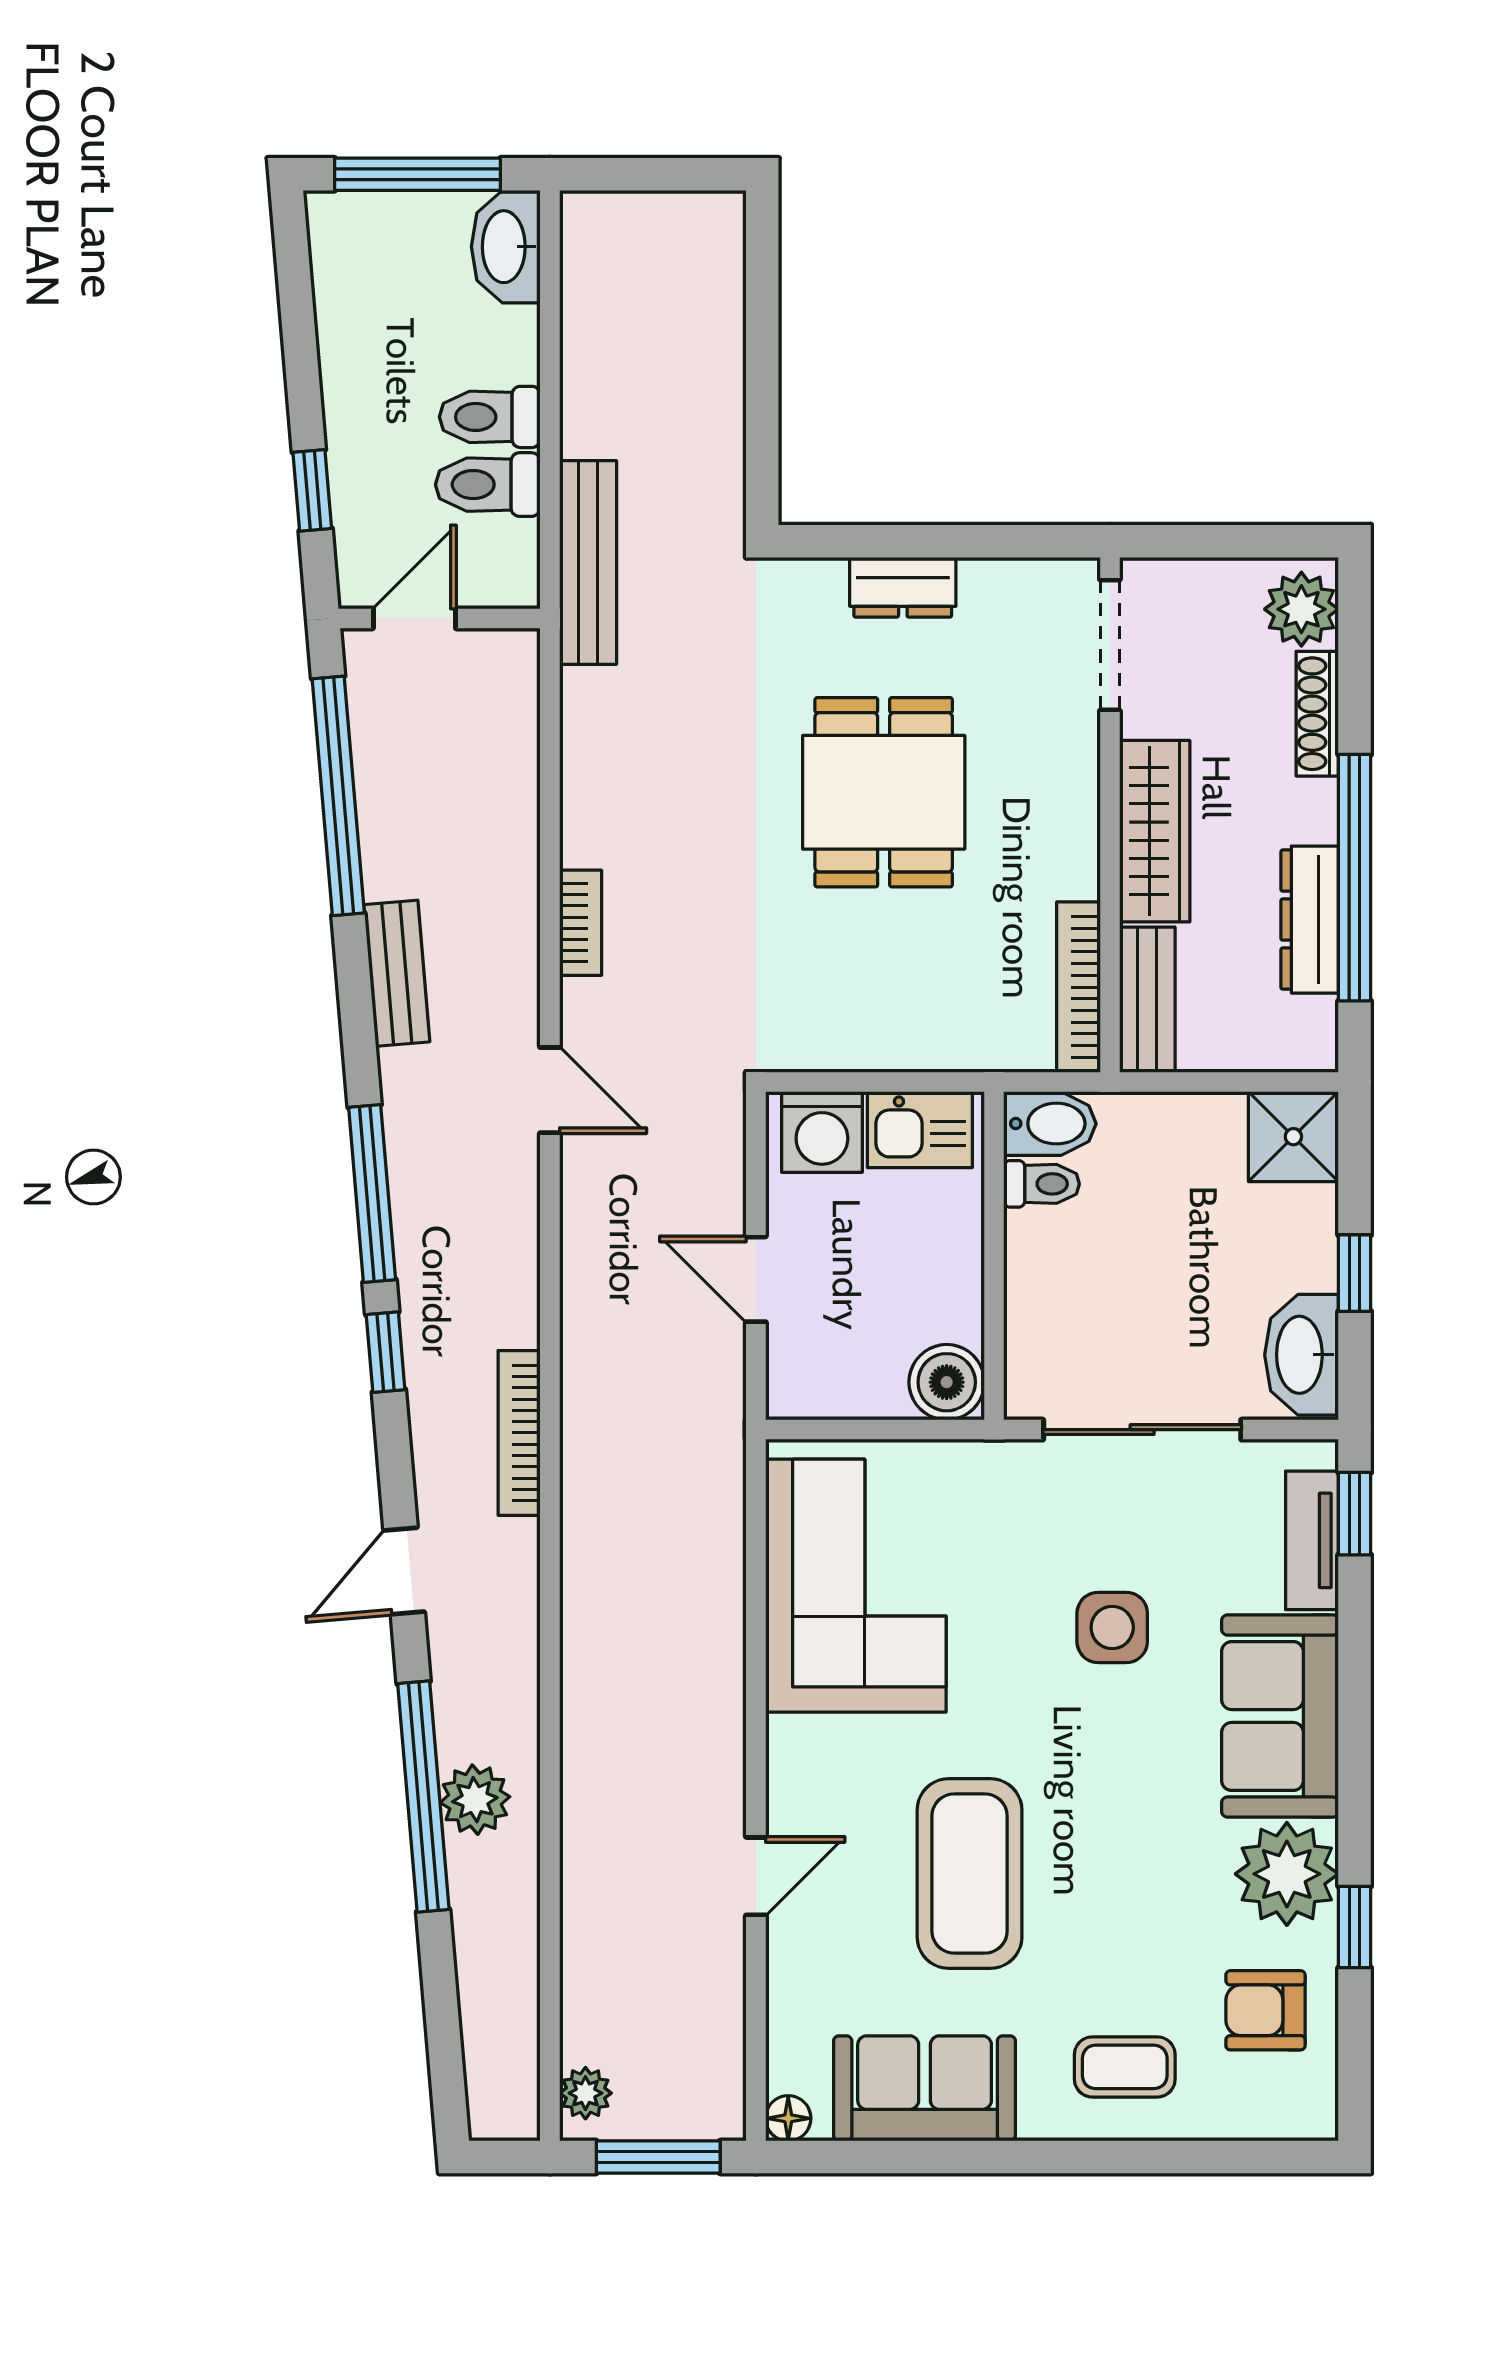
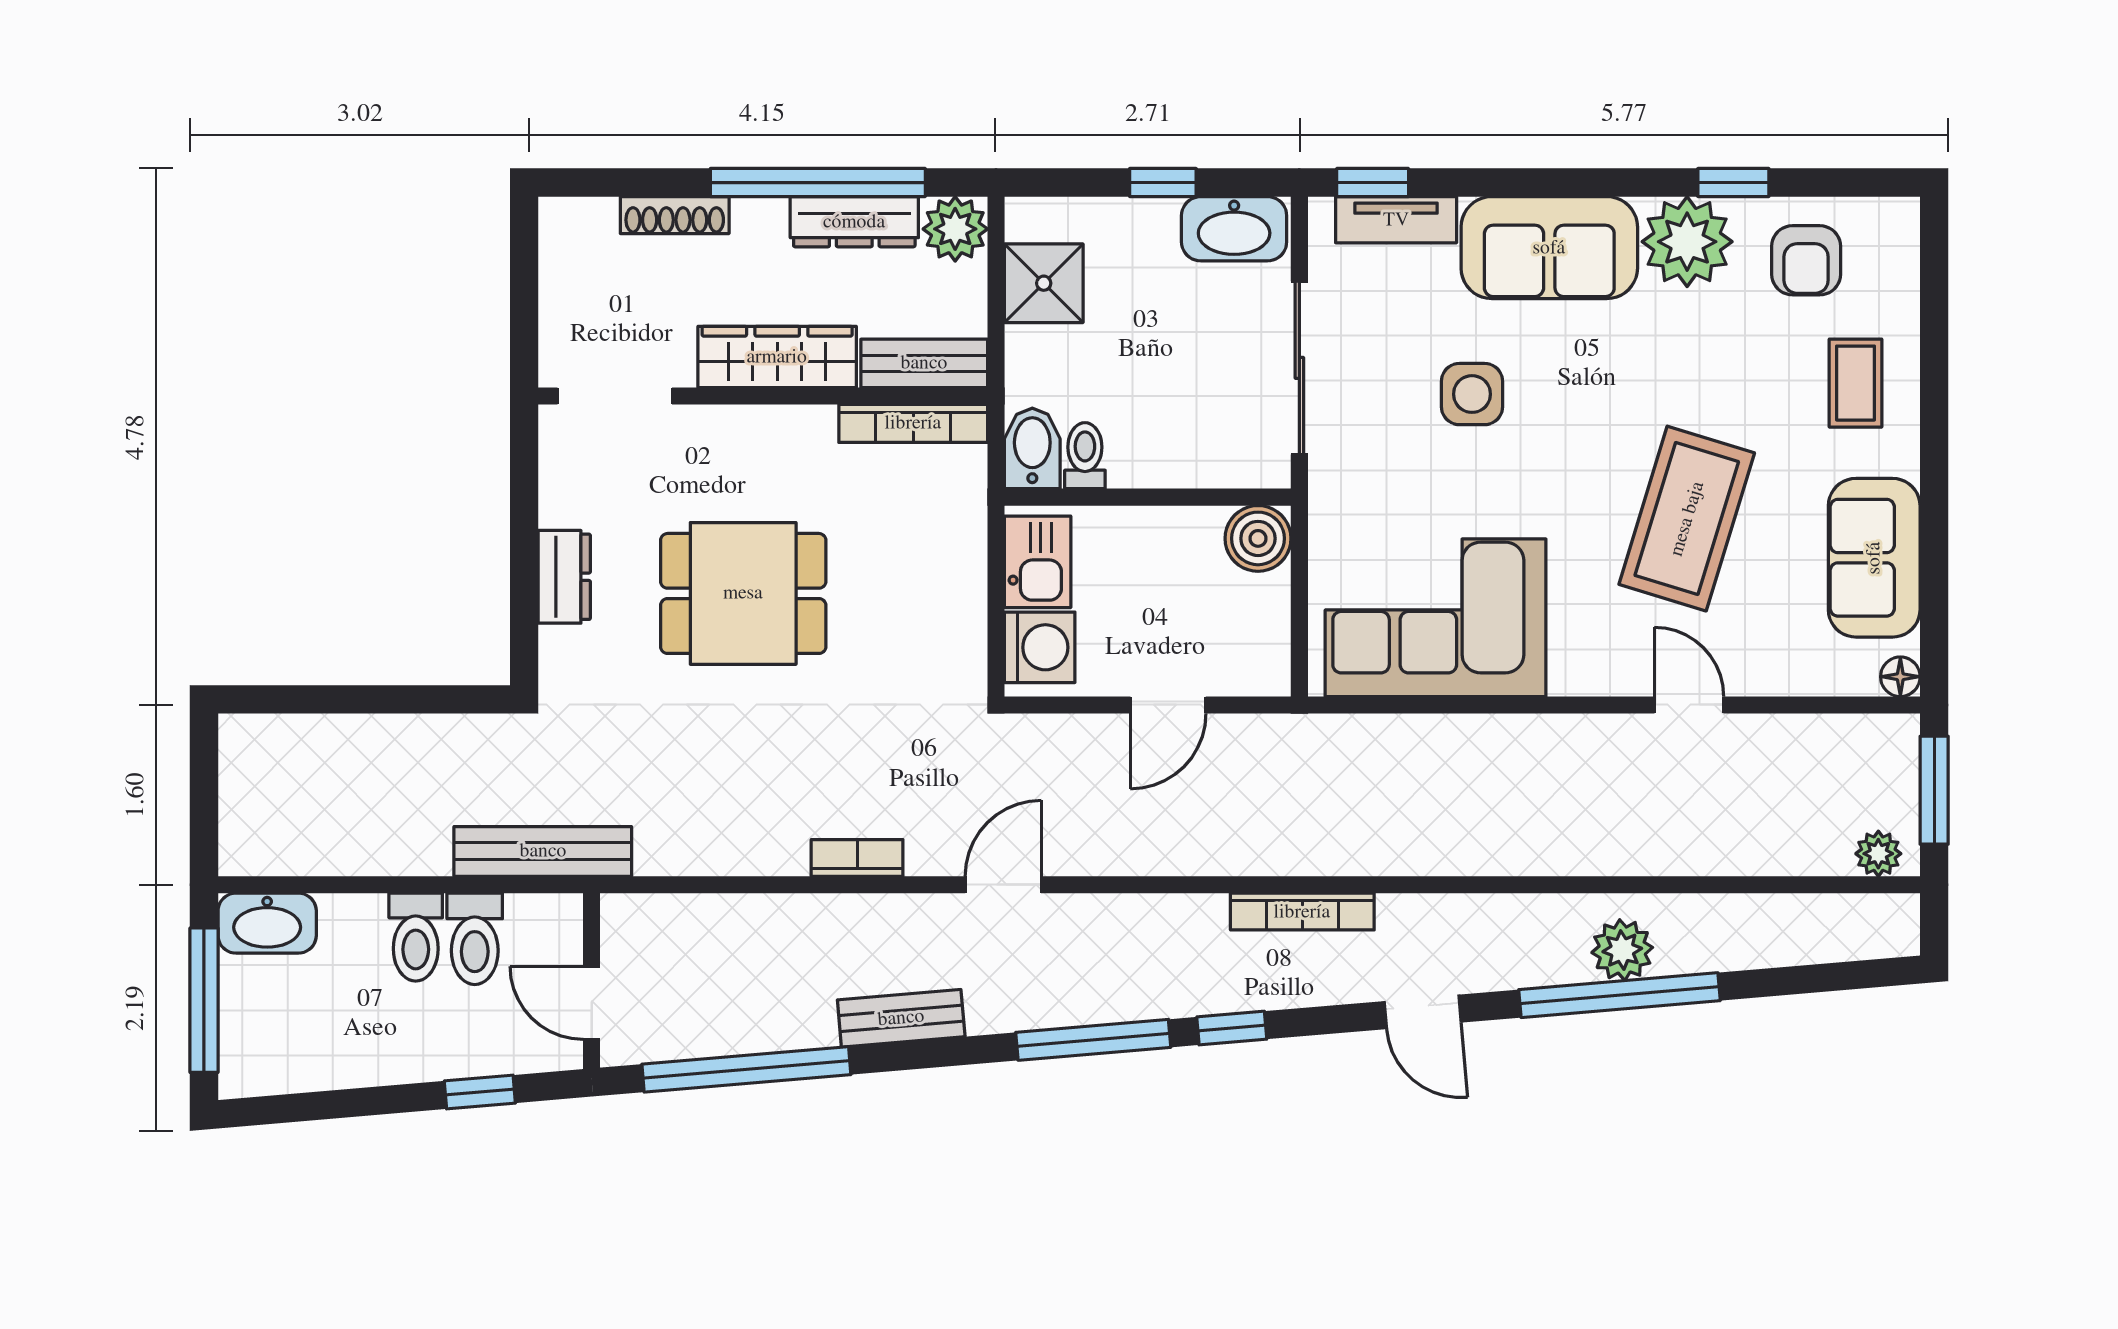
plant: (1301, 609) -> (955, 229), moved
shower: (1293, 1137) -> (1044, 283), moved
coffee table: (970, 1874) -> (1687, 519), turned -73

